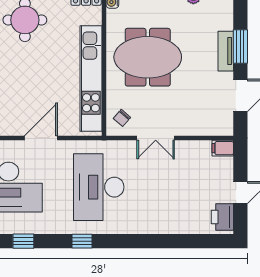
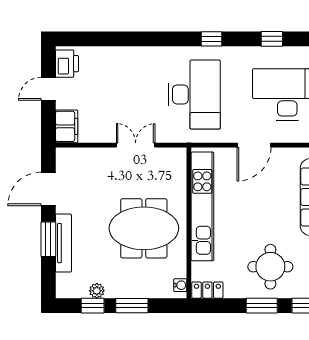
tv unit: (226, 51) -> (63, 243), width x1.41
chair: (122, 118) -> (170, 166), removed
filing cabinet: (223, 148) -> (67, 126), width x2.00

